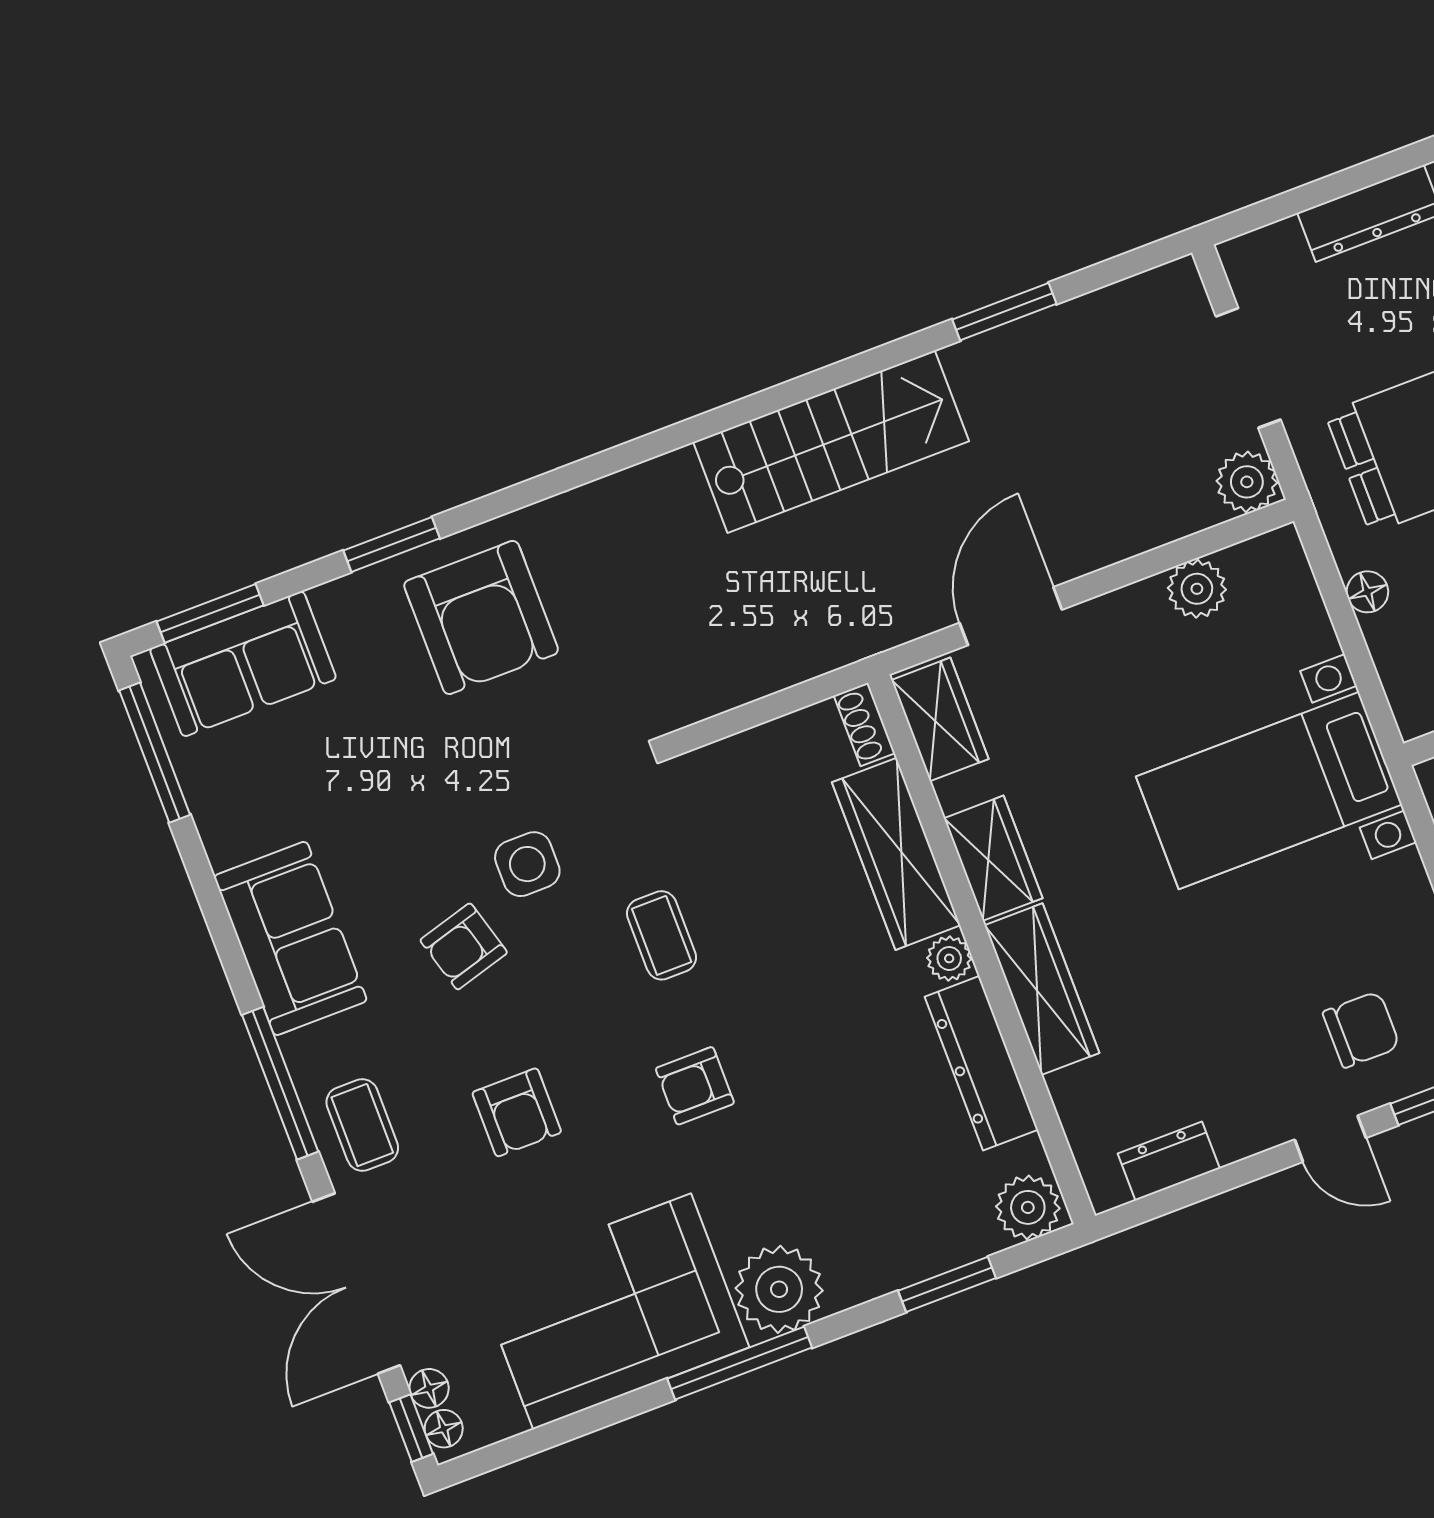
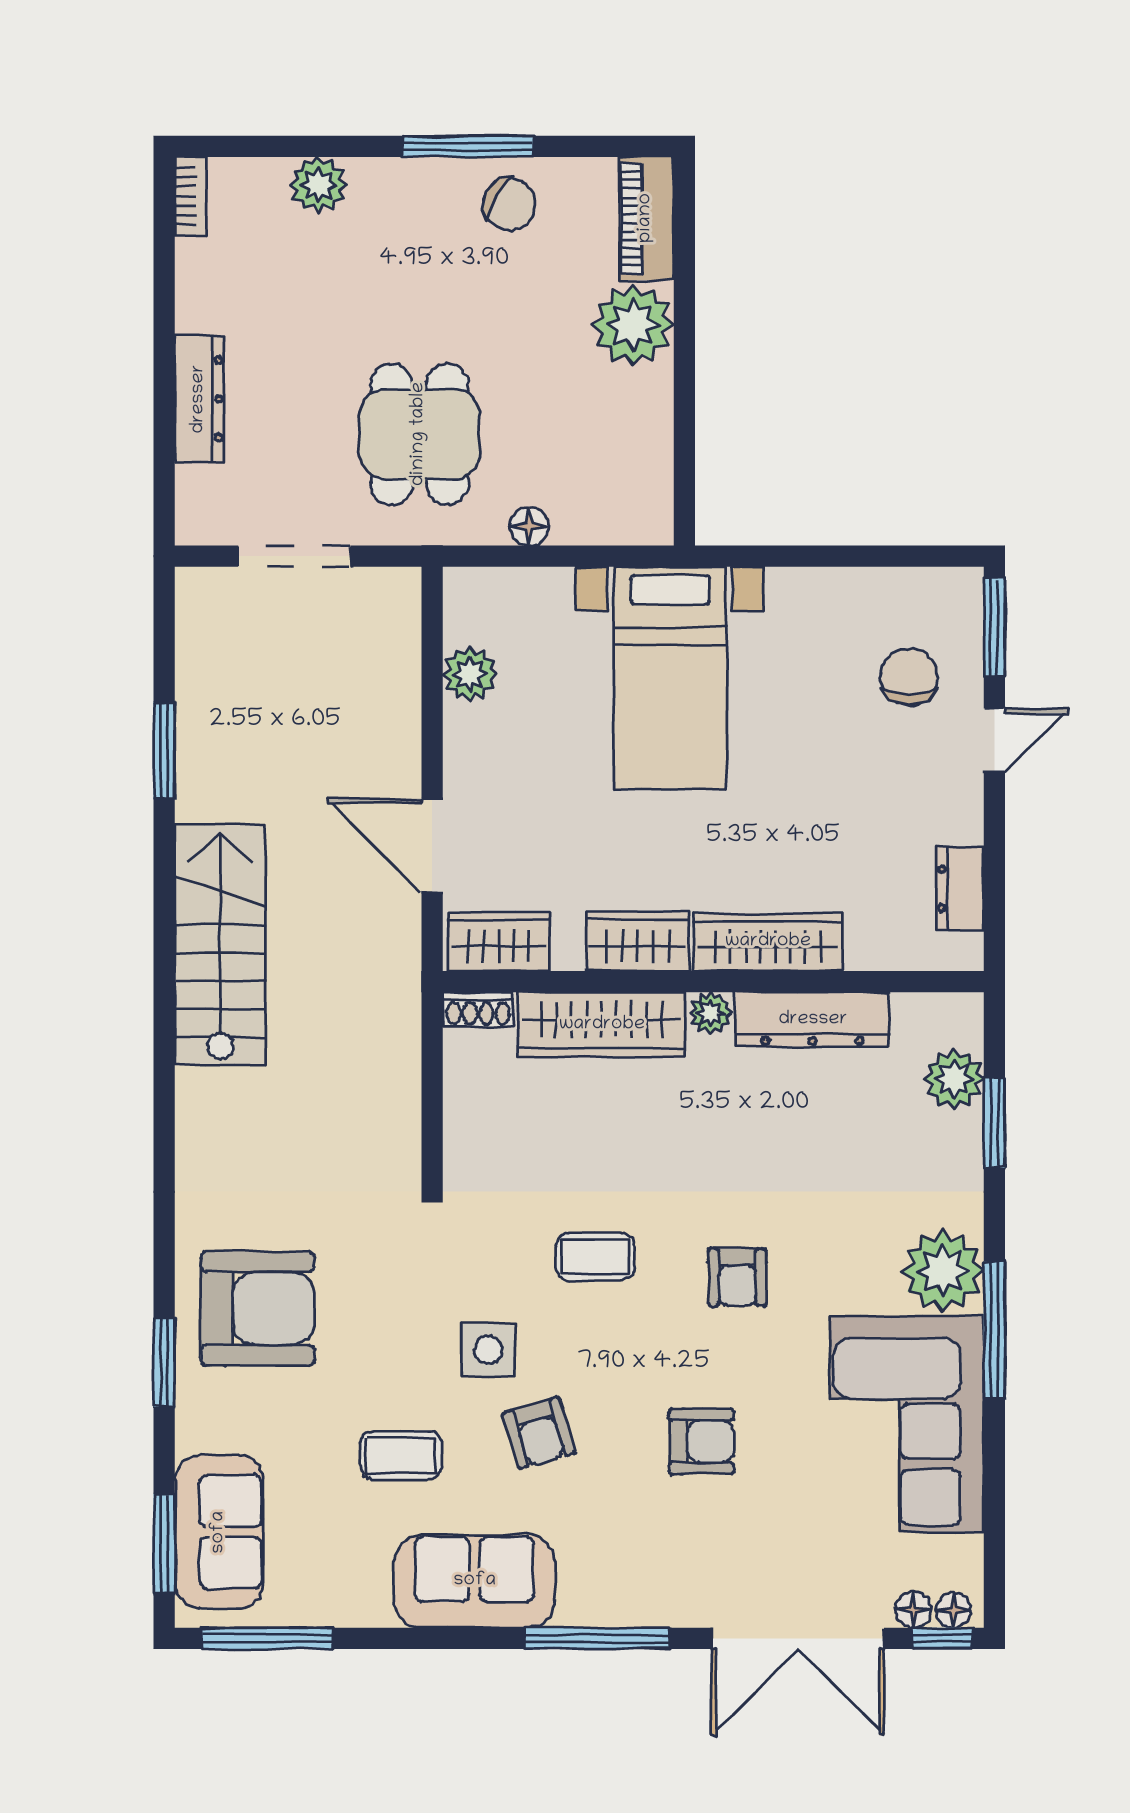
plant: (1247, 482) -> (393, 595), removed
coffee table: (362, 1125) -> (401, 1455), moved
plant: (1028, 1207) -> (954, 1079), moved

